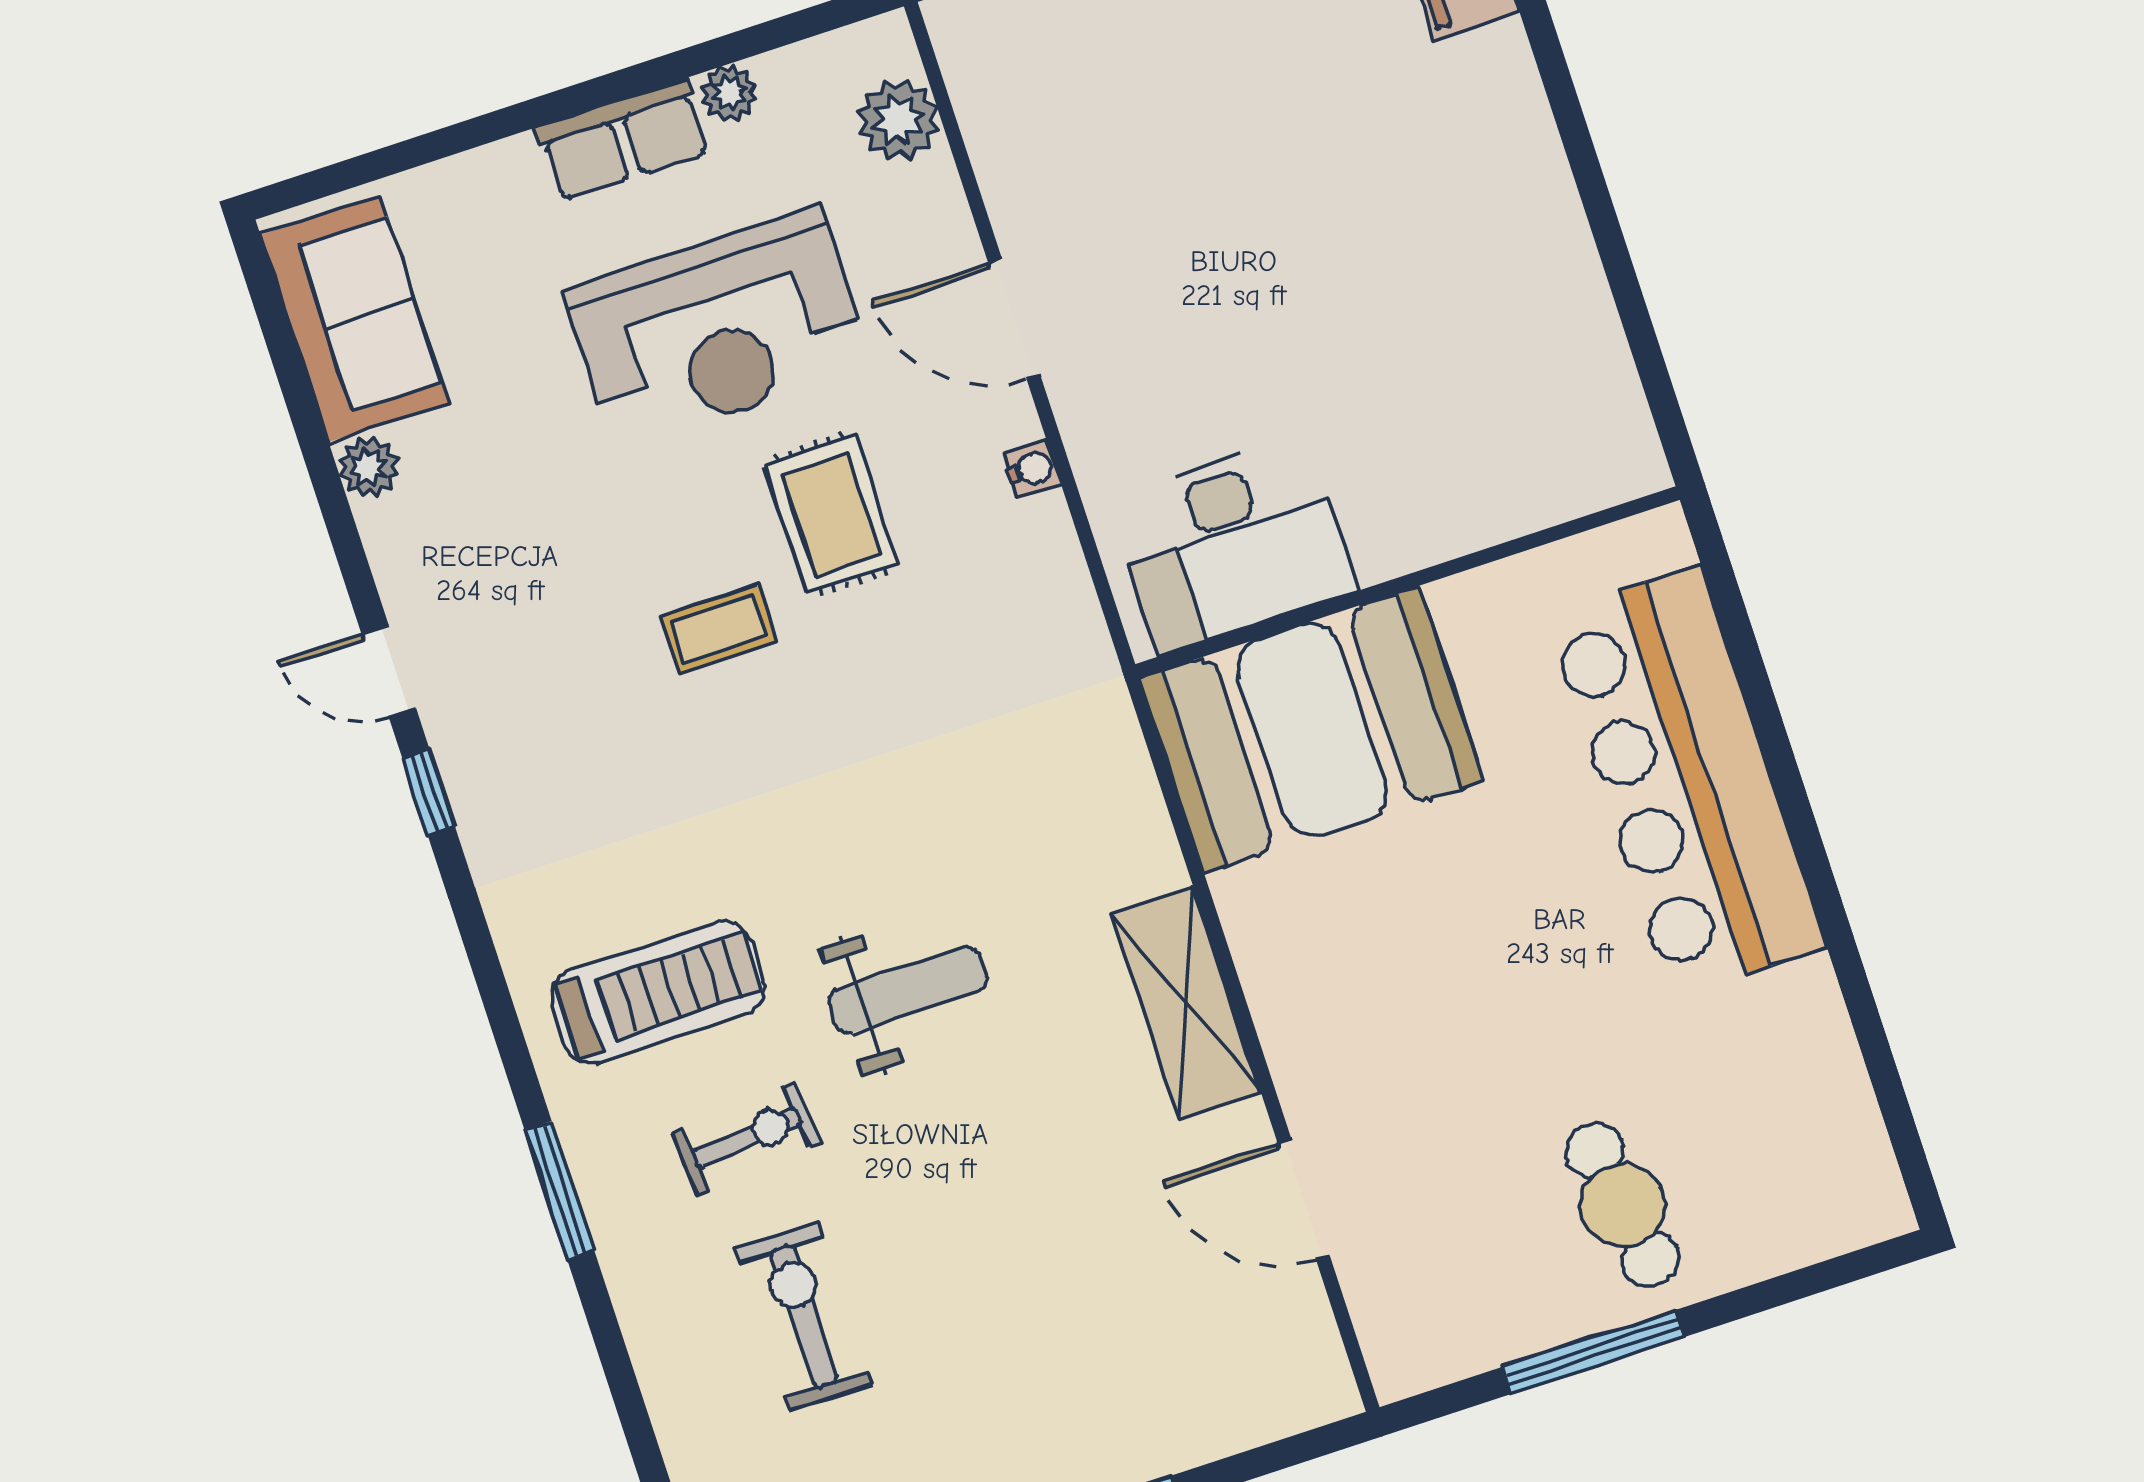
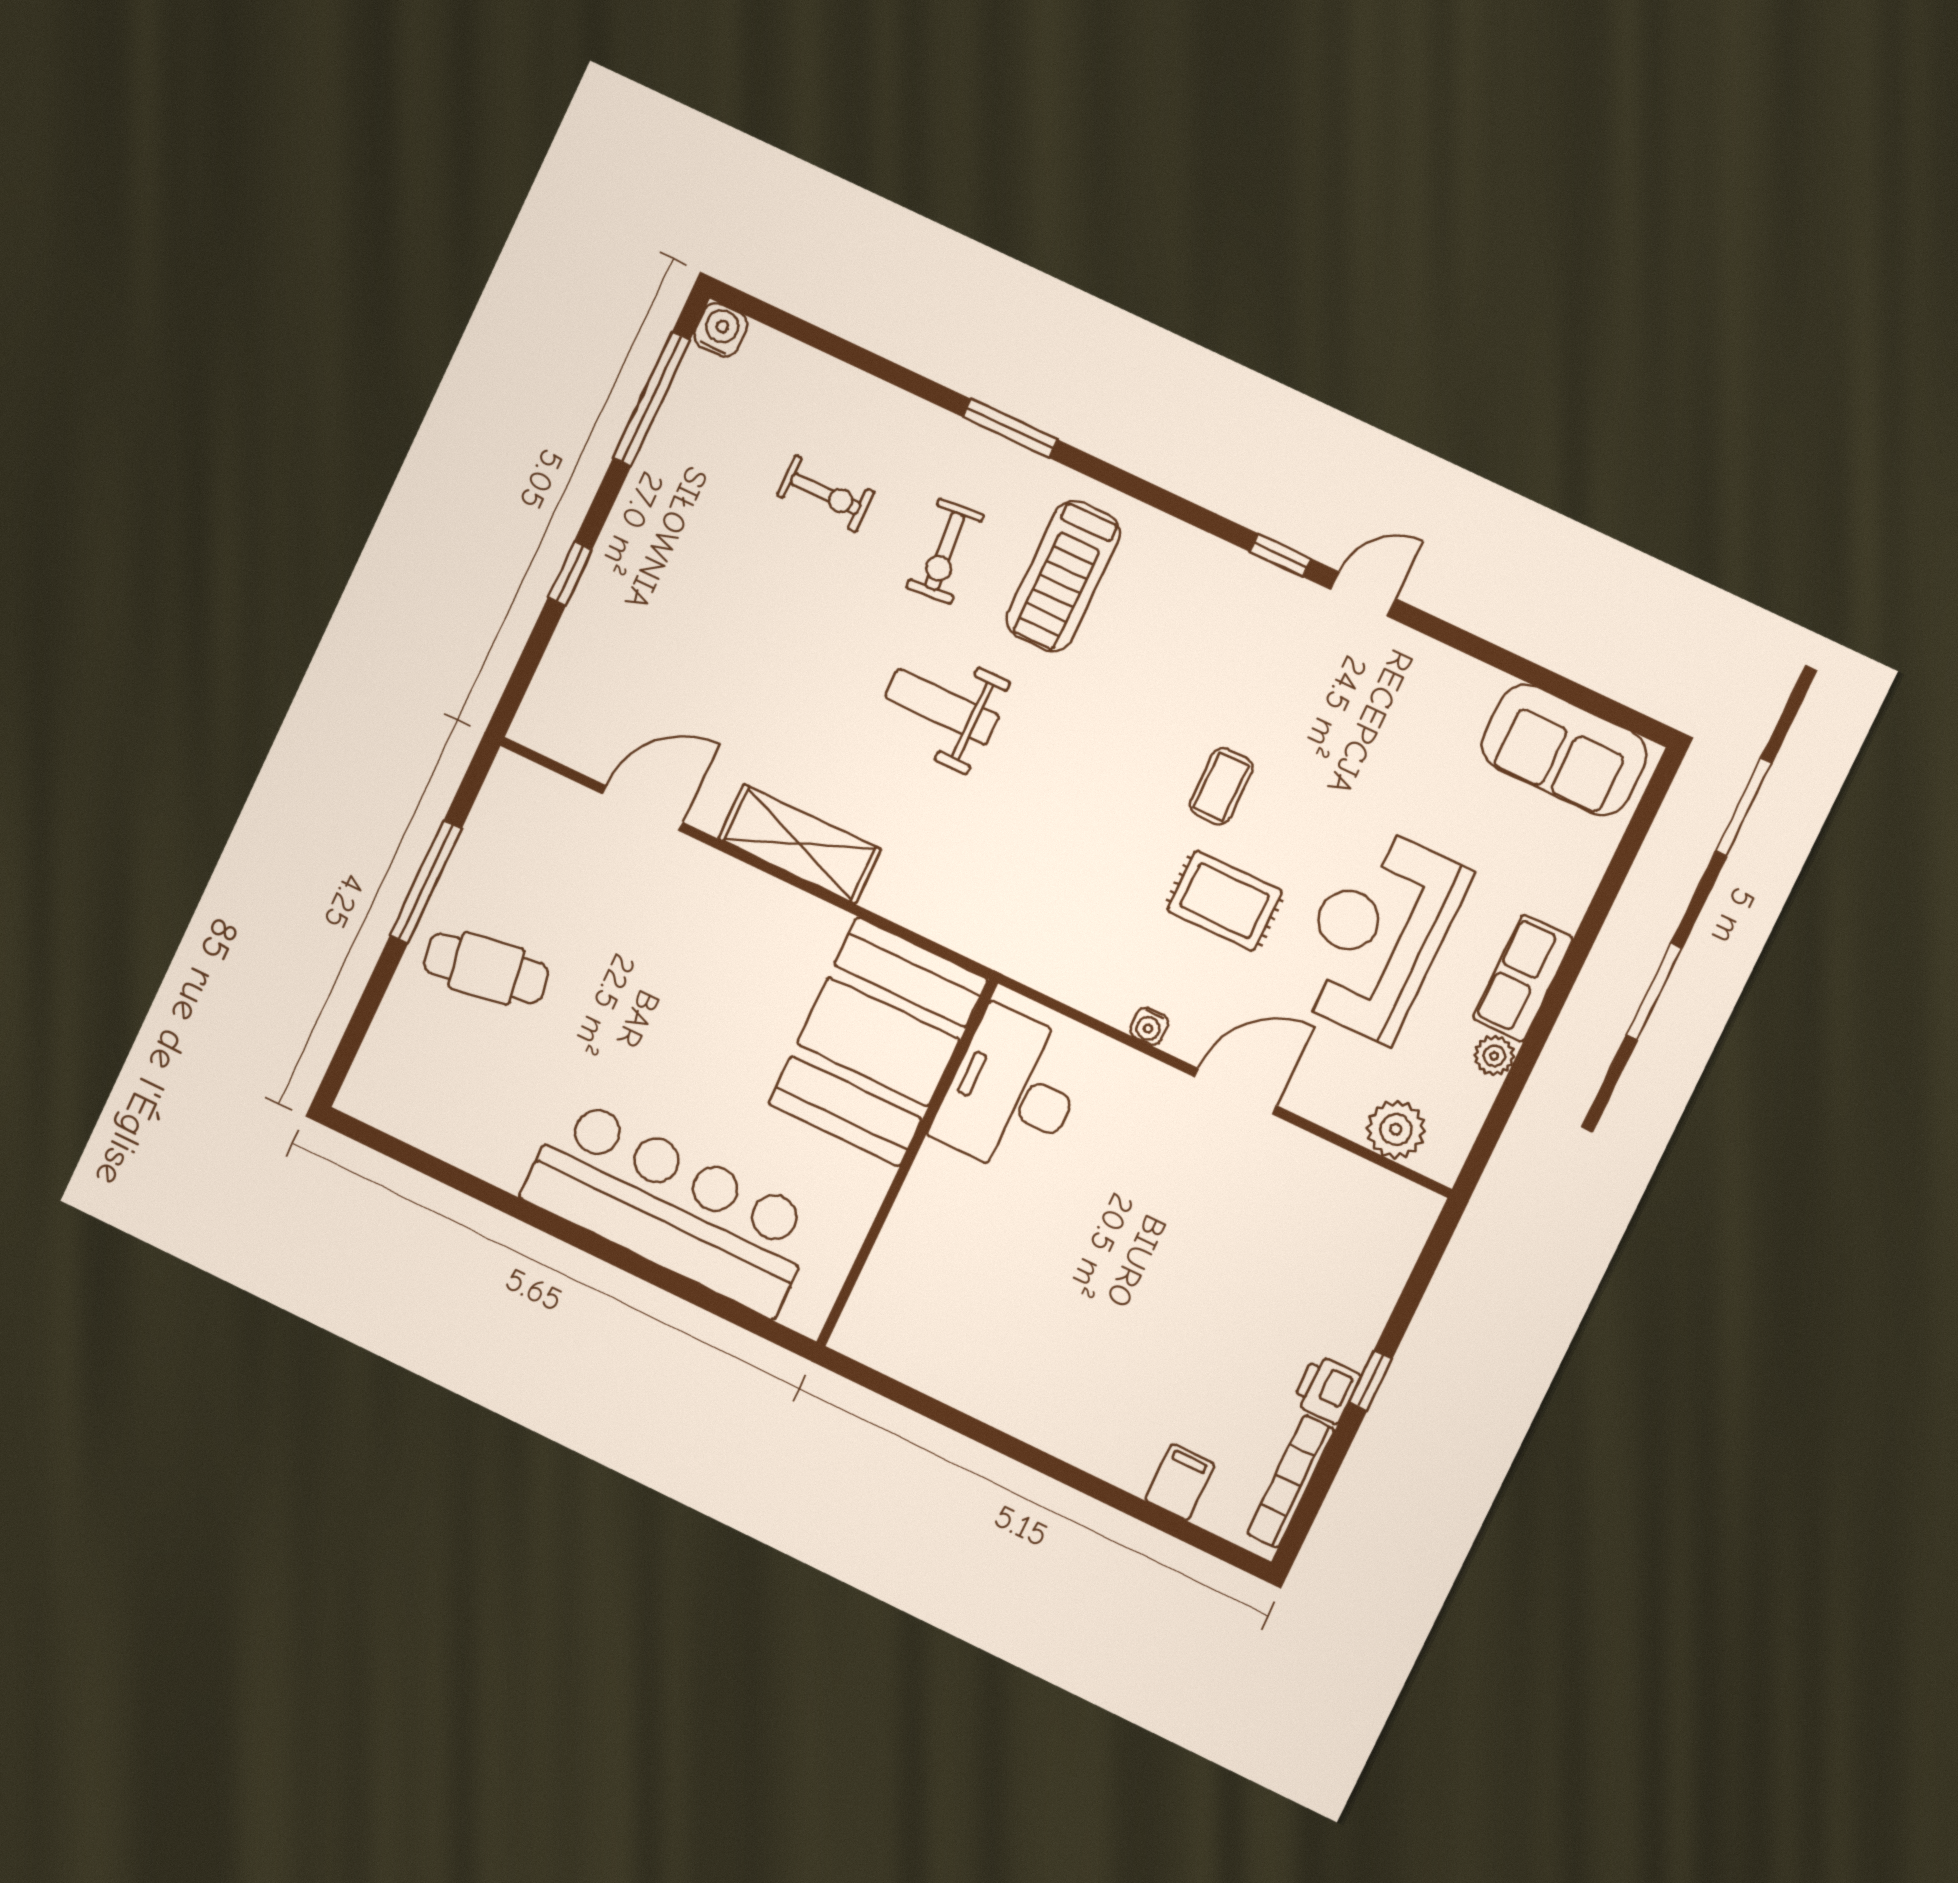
plant: (369, 467) -> (1480, 684), removed
weight bench: (908, 990) -> (942, 707), turned 90
exercise bike: (804, 1316) -> (826, 494), width x0.73, depth x0.72

